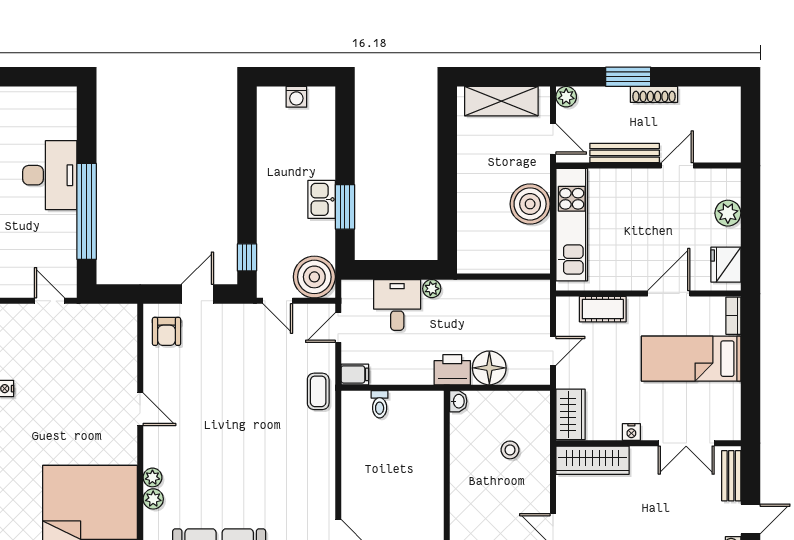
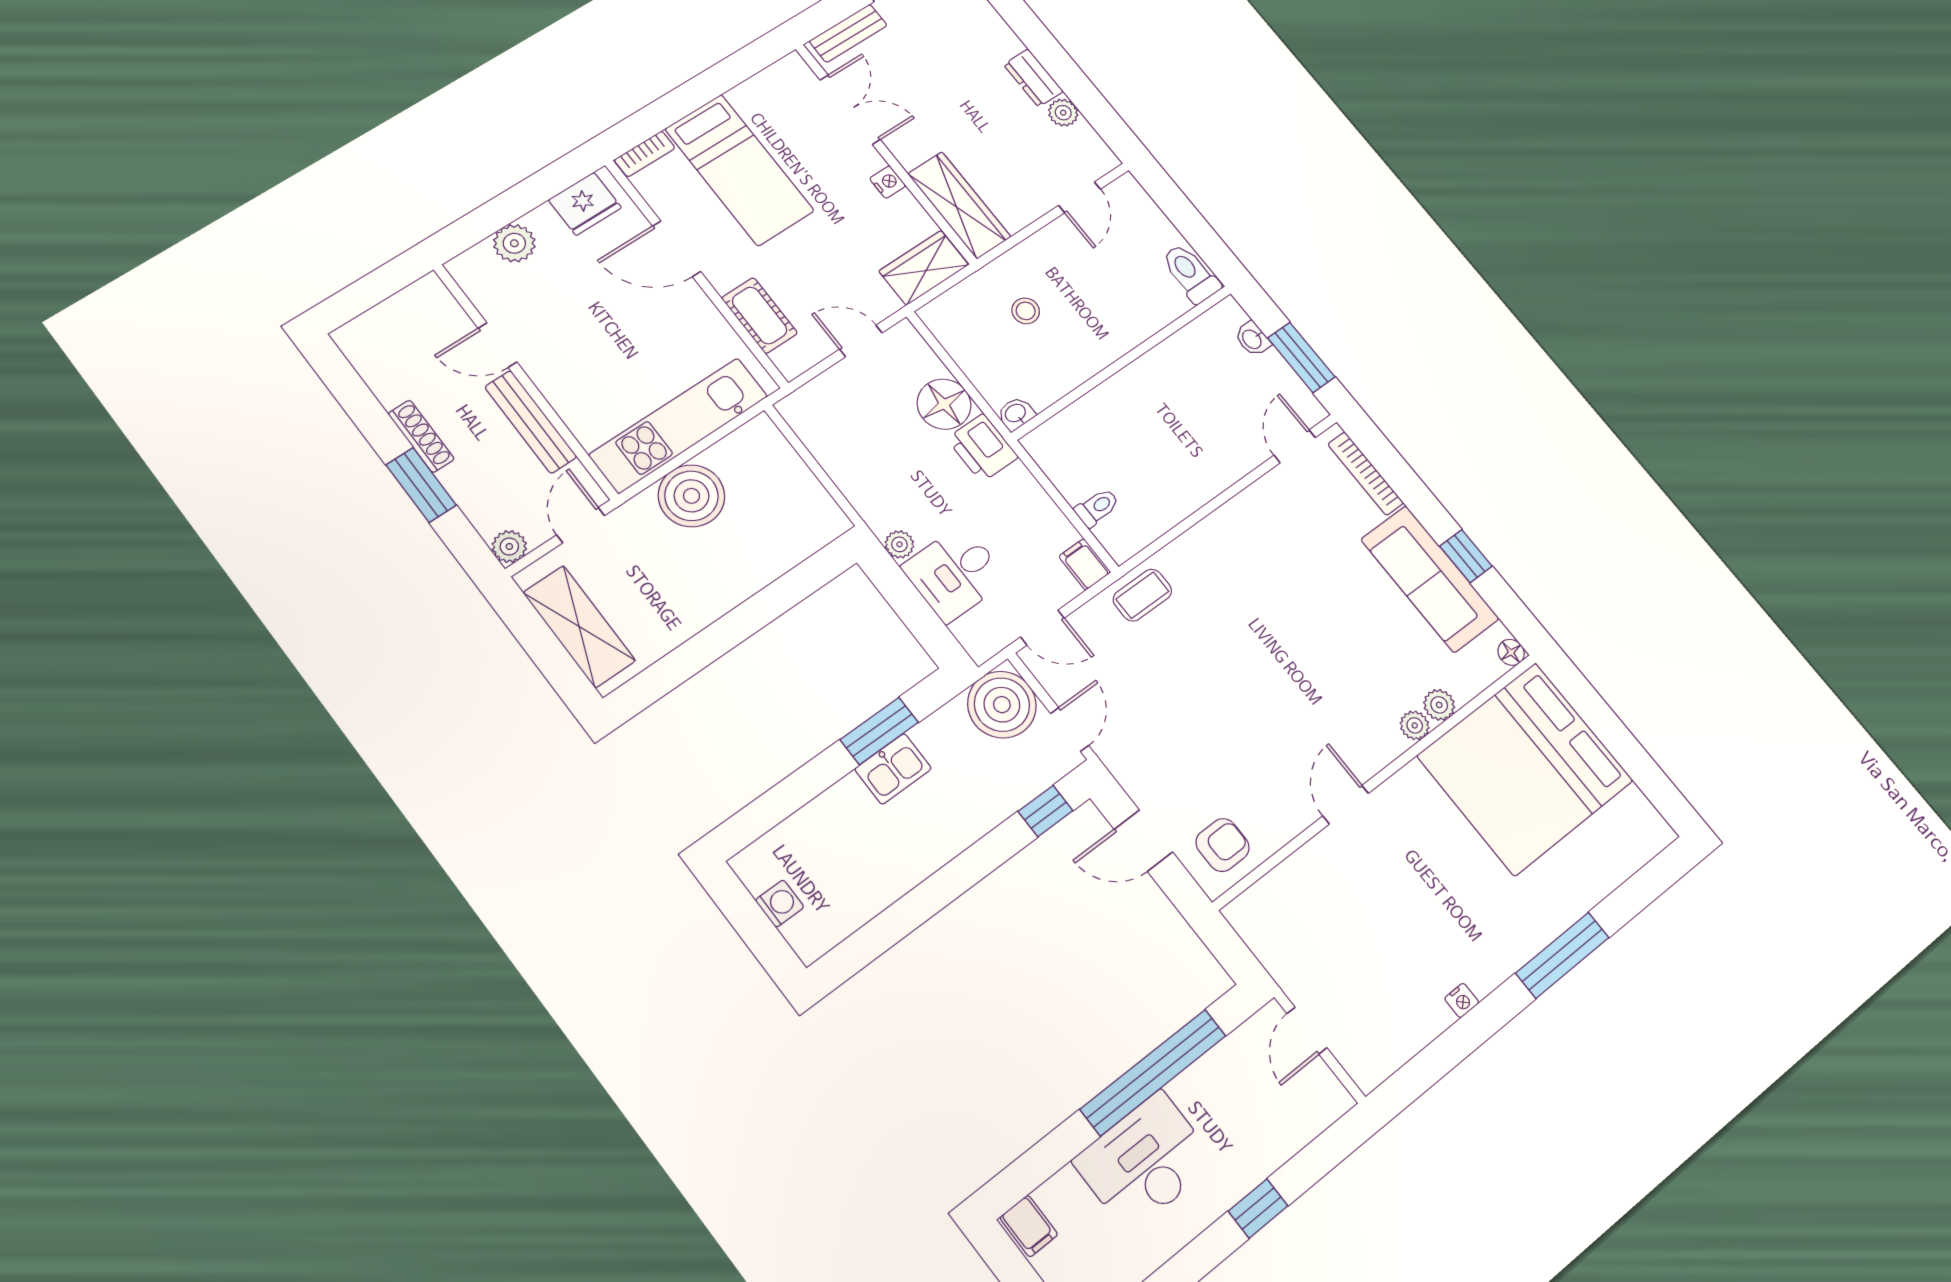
filing cabinet: (63, 99) -> (1029, 1226), added

